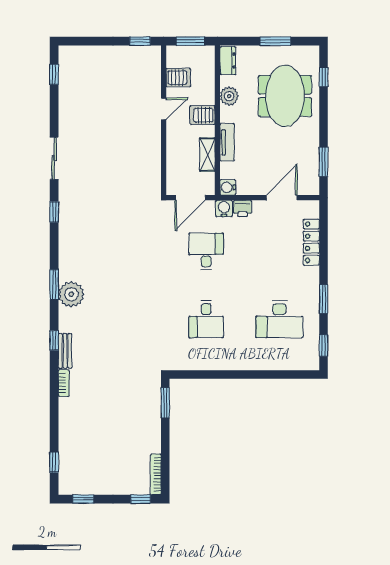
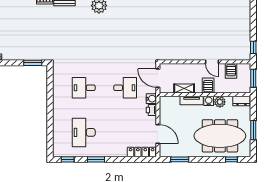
meeting table: (285, 96) -> (220, 136), width x1.36
water cooler: (228, 187) -> (209, 101), moved
locker: (311, 242) -> (142, 152), moved

